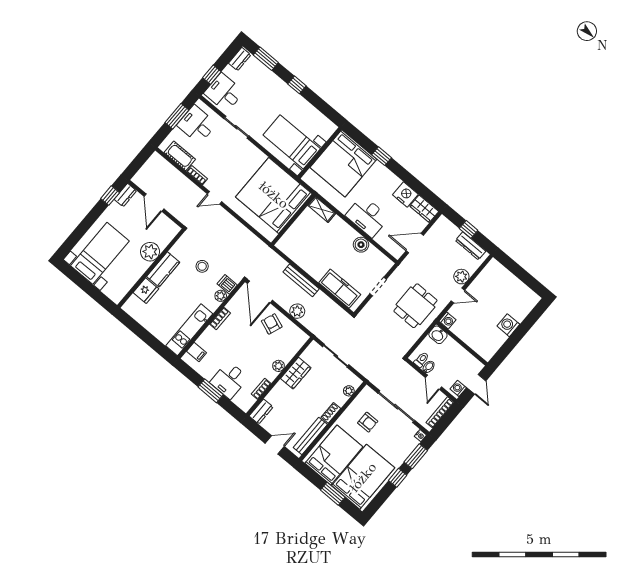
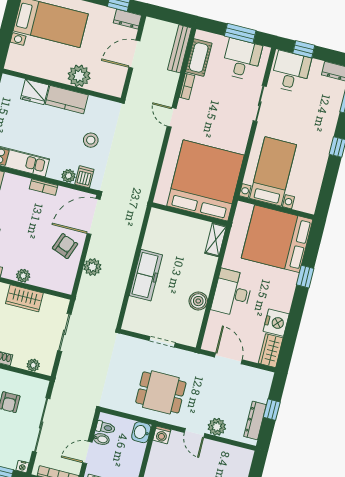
bench: (301, 280) -> (180, 49), moved
freezer: (340, 289) -> (146, 275), moved

